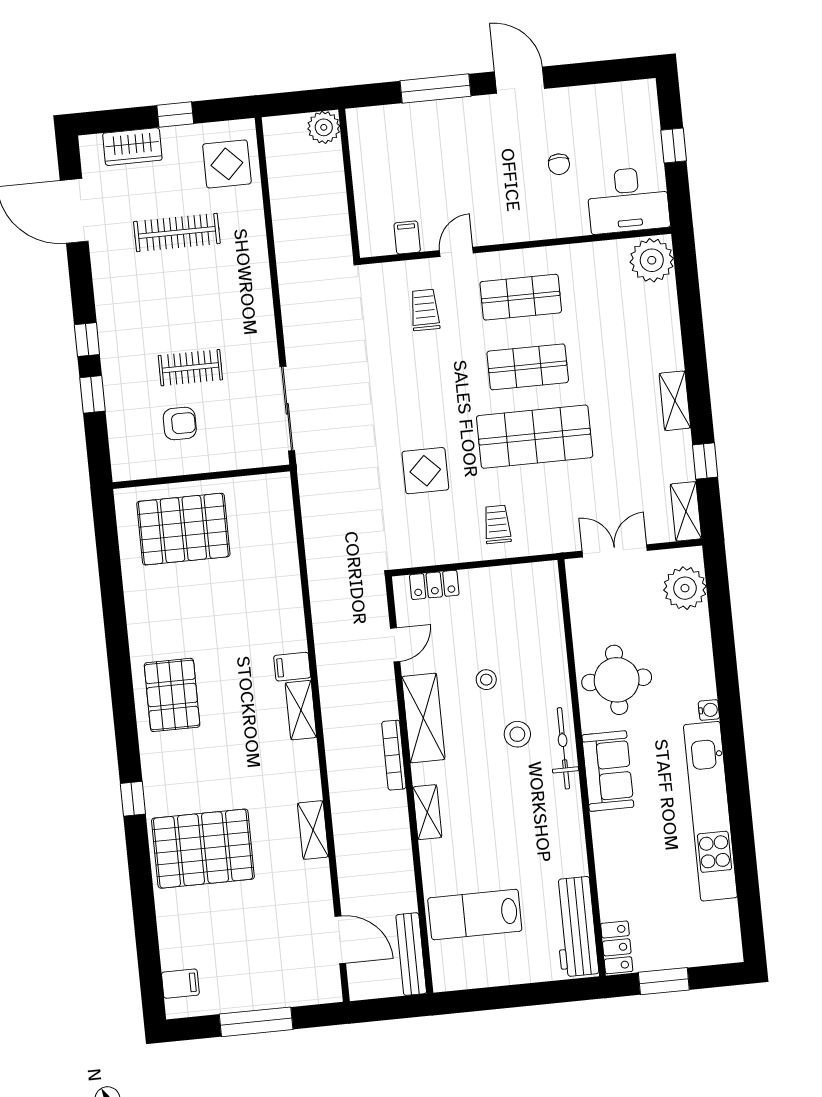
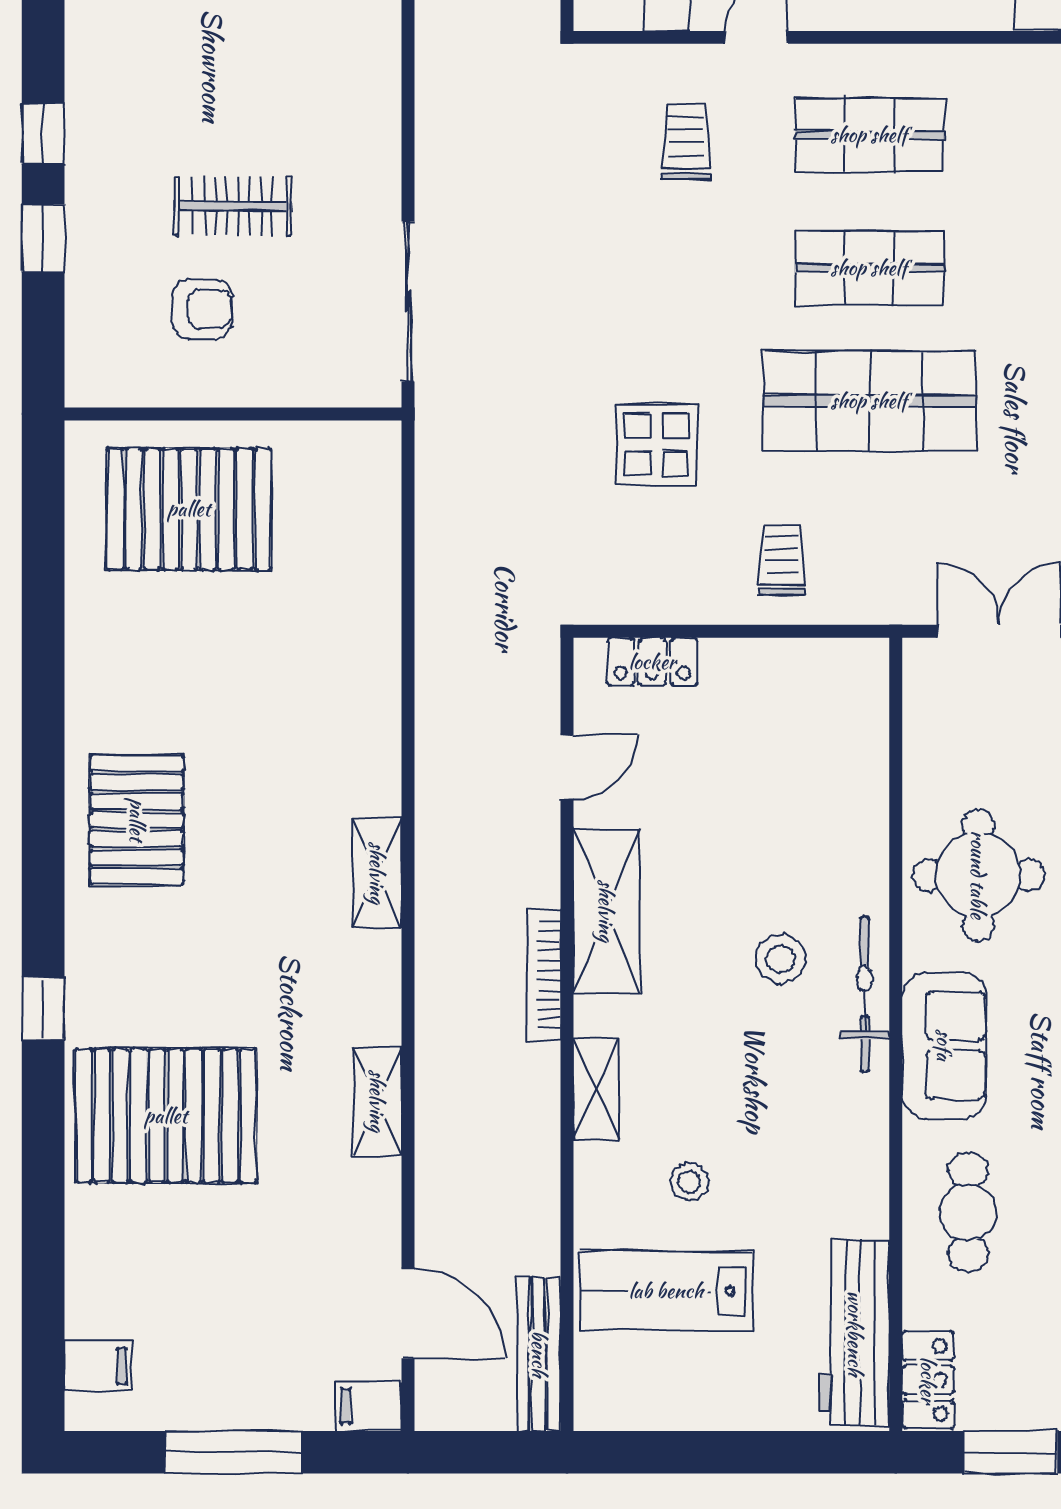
filing cabinet: (292, 667) -> (369, 1406), moved
stool: (486, 680) -> (689, 1182), moved
cafe table: (629, 857) -> (968, 1212), added

